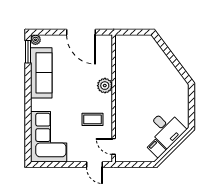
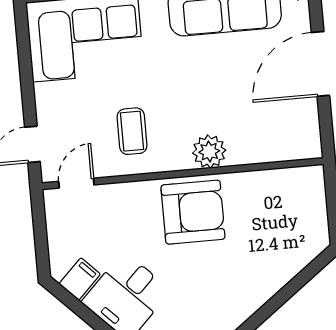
door: (81, 32) -> (320, 64), moved
armchair: (131, 95) -> (193, 212), added

